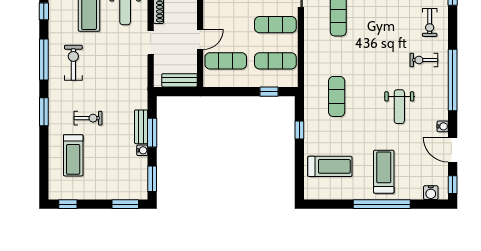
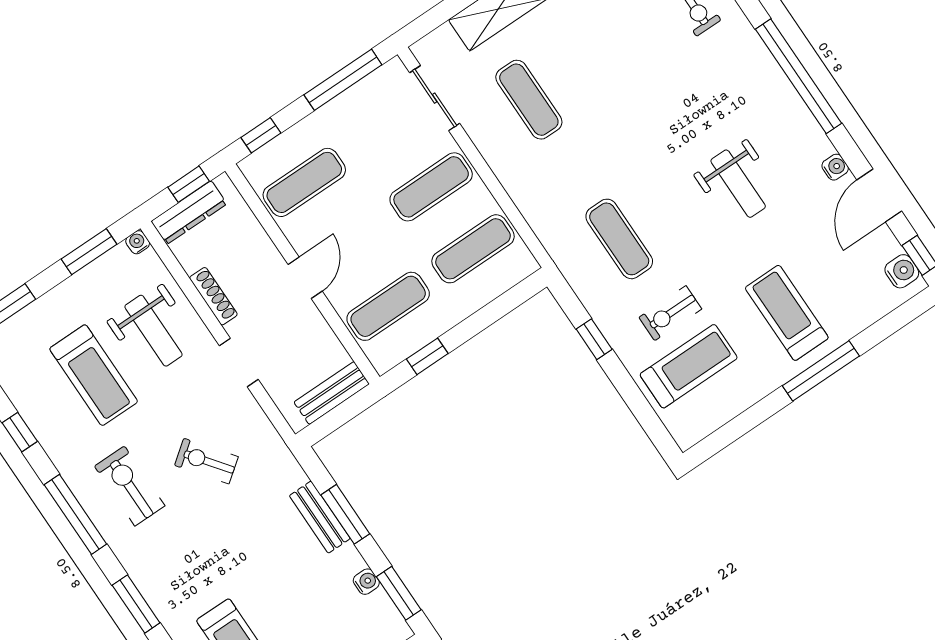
door: (200, 39) -> (305, 278), moved
exercise bike: (424, 60) -> (670, 313), moved
window: (269, 92) -> (427, 356), moved
exercise bike: (88, 118) -> (206, 461), moved, turned -127
water cooler: (142, 150) -> (366, 582), moved
door: (453, 150) -> (879, 195), hinge flipped
water cooler: (431, 193) -> (902, 271), moved, turned -90
window: (382, 204) -> (821, 371), width x0.68

